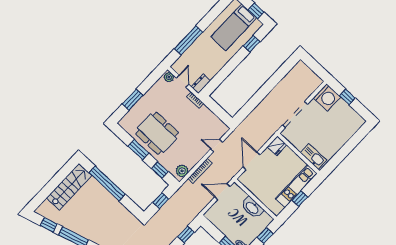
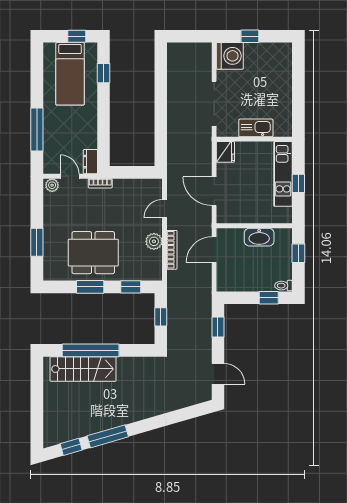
kitchen sink: (314, 156) -> (256, 128), moved
plant: (182, 171) -> (154, 241), moved
stairs: (69, 187) -> (83, 369), moved, turned 90

